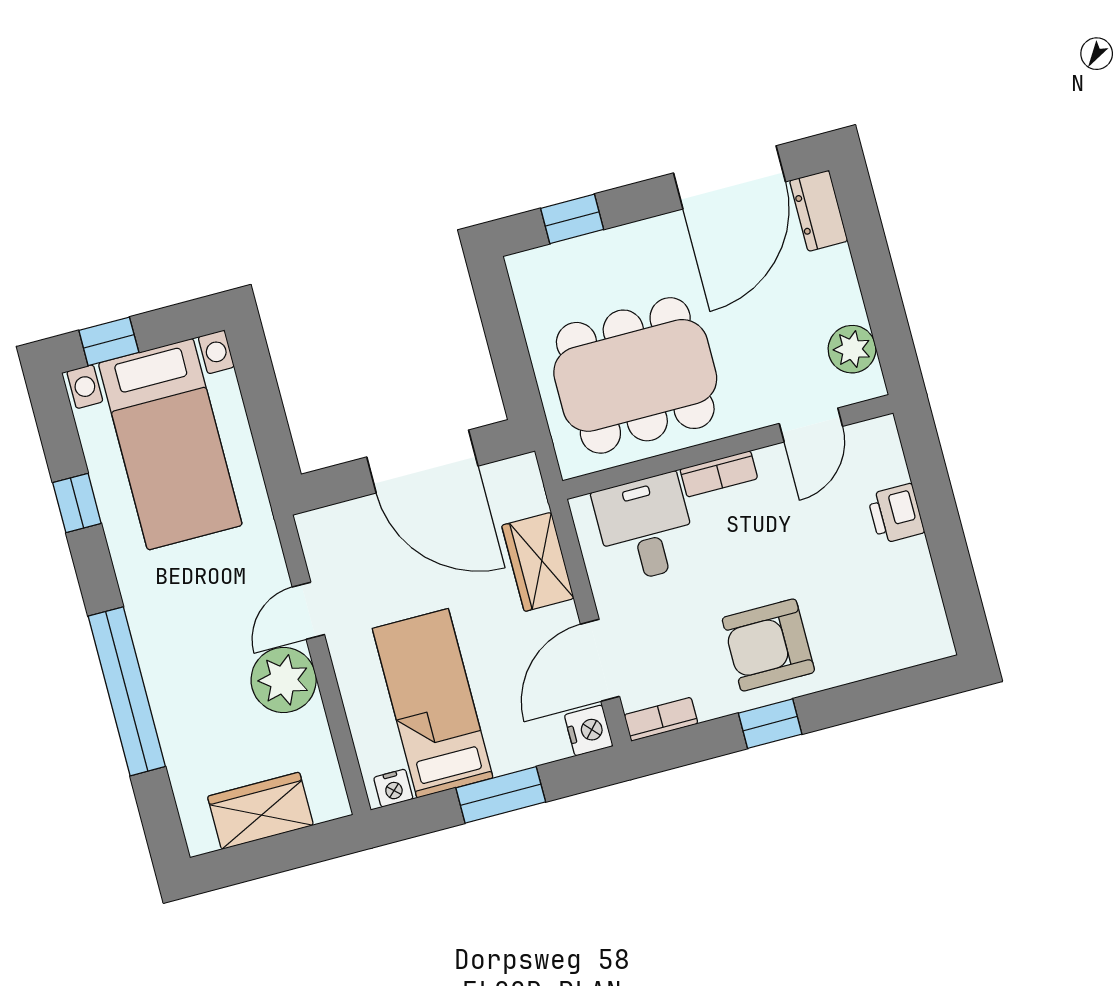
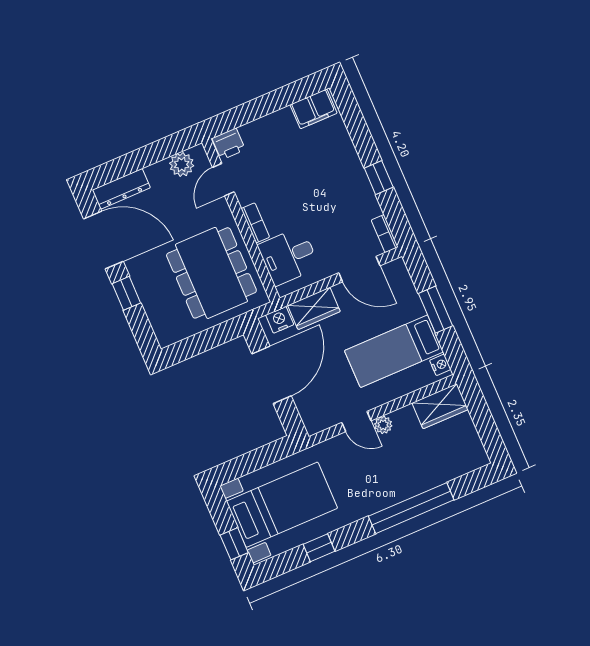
dresser: (819, 211) -> (121, 189), width x1.44
window: (572, 219) -> (126, 293), moved
door: (811, 425) -> (223, 180), swing flipped
printer: (896, 514) -> (229, 144), moved
filing cabinet: (921, 618) -> (314, 109), added
armchair: (768, 645) -> (339, 185), removed
plant: (284, 680) -> (383, 425), width x0.53, depth x0.53
nightstand: (589, 730) -> (280, 320), moved
wardrobe: (260, 811) -> (440, 406), moved, turned -90

